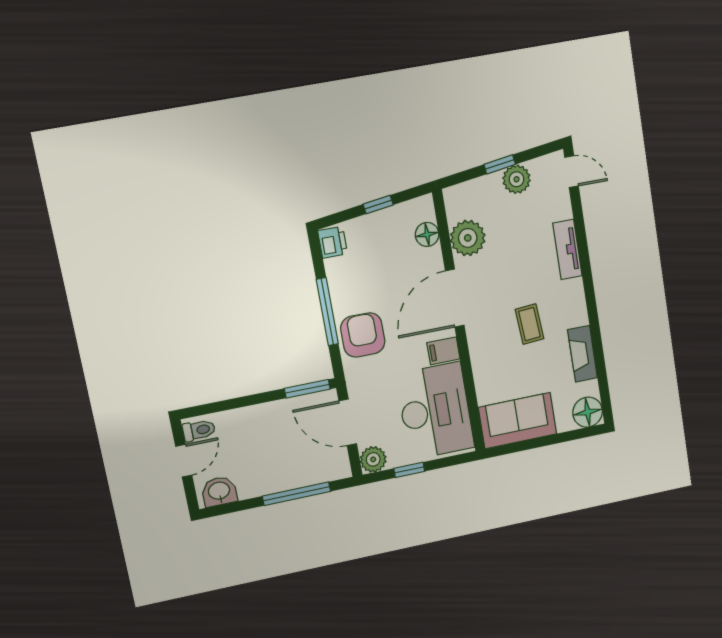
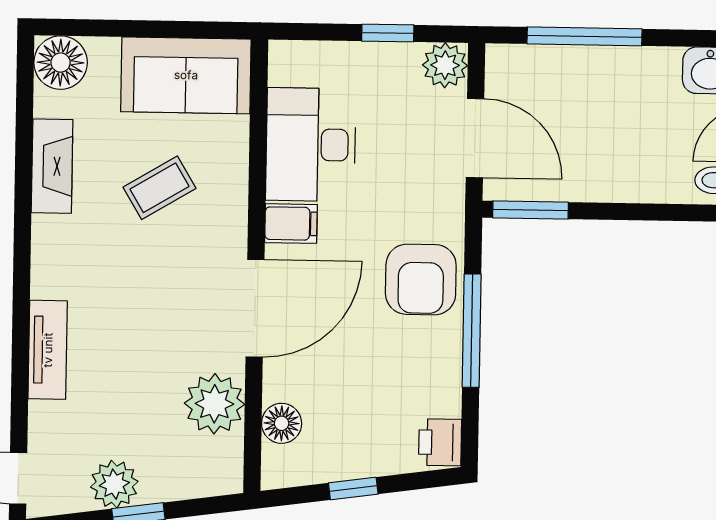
coffee table: (529, 324) -> (159, 188), moved, turned 63
desk: (435, 411) -> (311, 145), width x0.73, depth x0.77

